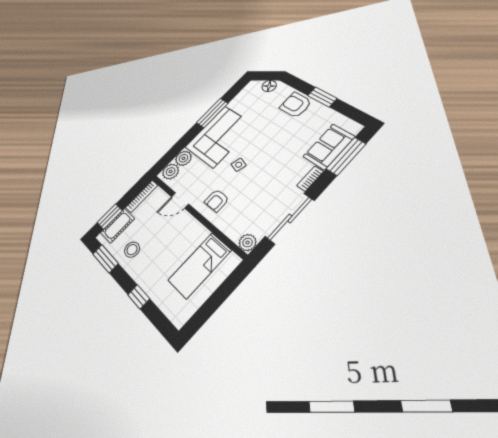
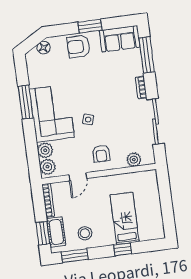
sofa: (329, 147) -> (120, 39), moved, turned -90
plant: (248, 243) -> (134, 160), moved
bed: (200, 265) -> (125, 218), moved, turned 180

